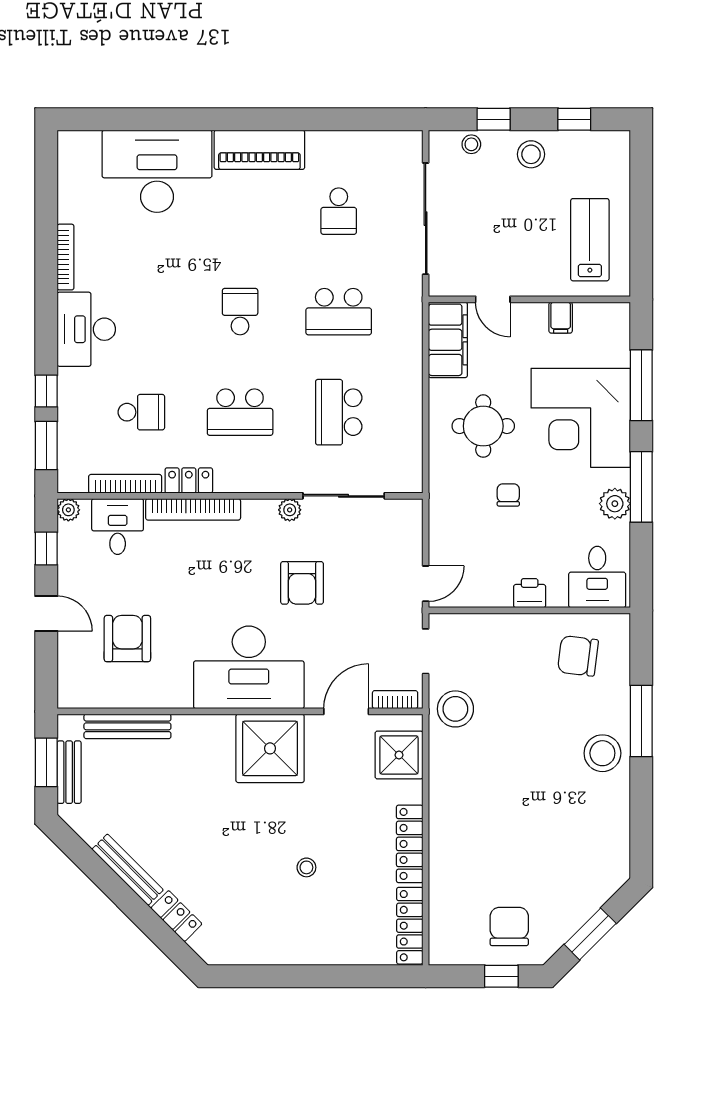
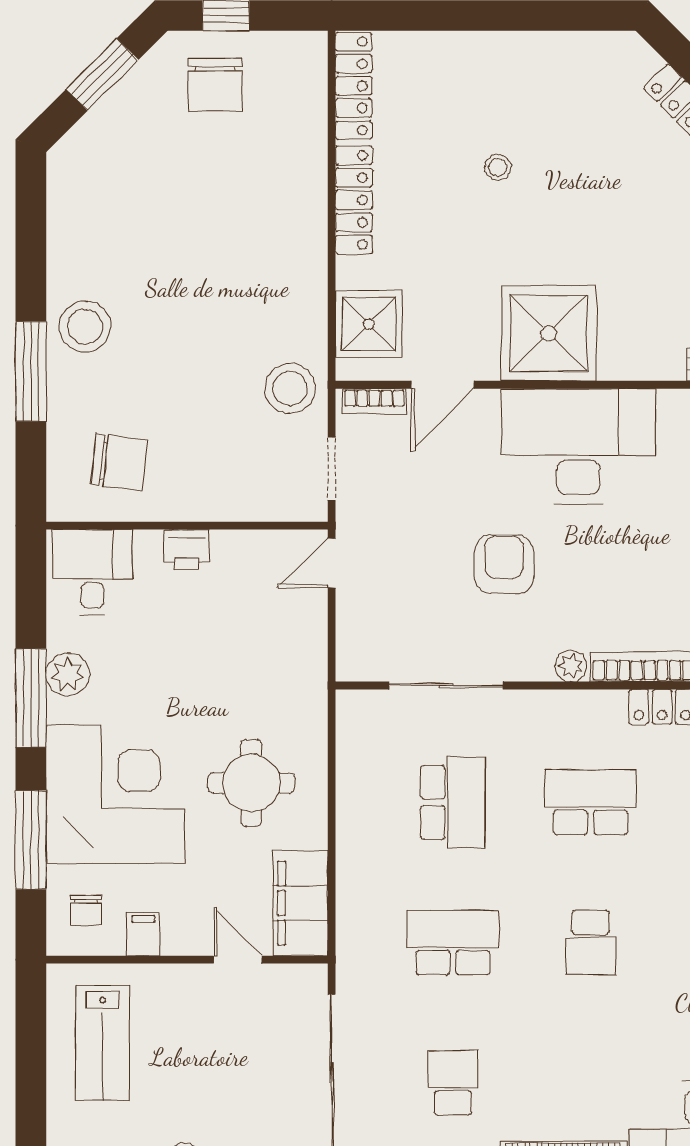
chair: (508, 495) -> (86, 911), moved
plant: (290, 510) -> (571, 666), moved

